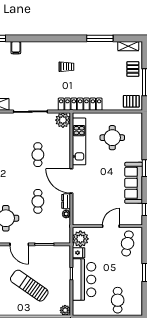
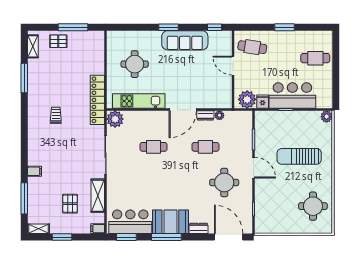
pallet: (131, 101) -> (94, 43), removed
door: (19, 244) -> (253, 168), hinge flipped
sun lounger: (29, 286) -> (299, 156), turned 55

